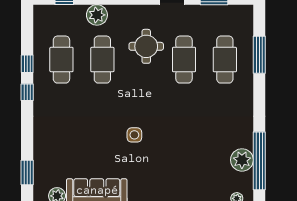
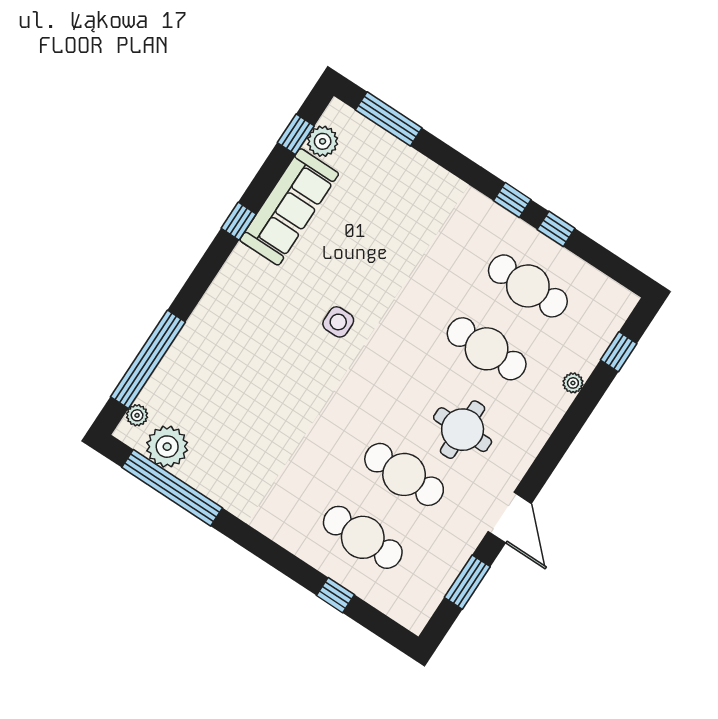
plant: (97, 15) -> (573, 383), width x0.53, depth x0.53
window: (259, 55) -> (335, 595), width x0.46
plant: (242, 160) -> (167, 447), moved
window: (27, 173) -> (389, 119), width x1.44

